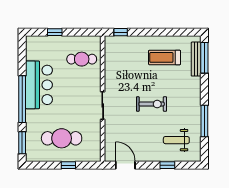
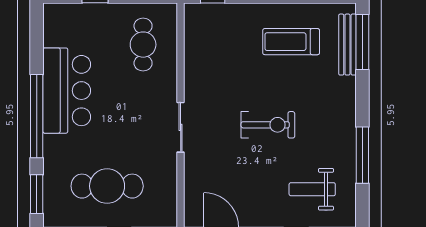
cafe table: (82, 59) -> (143, 45), turned 90

